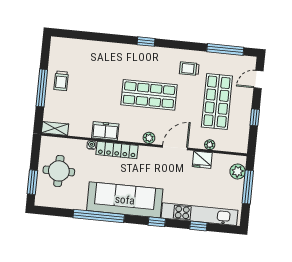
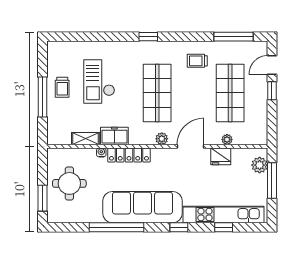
checkout: (96, 79) -> (99, 81), added
shop shelf: (149, 95) -> (157, 93), turned 90
window: (255, 117) -> (272, 91), moved
shelving: (55, 128) -> (86, 139), moved

